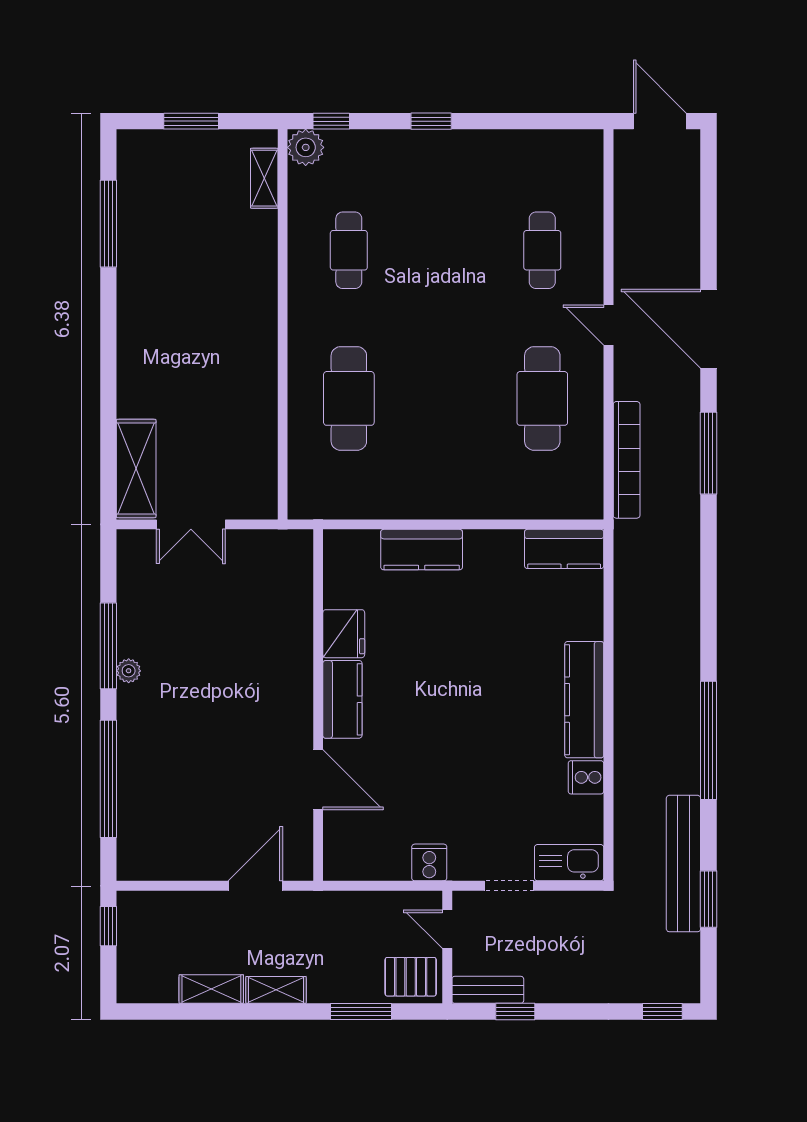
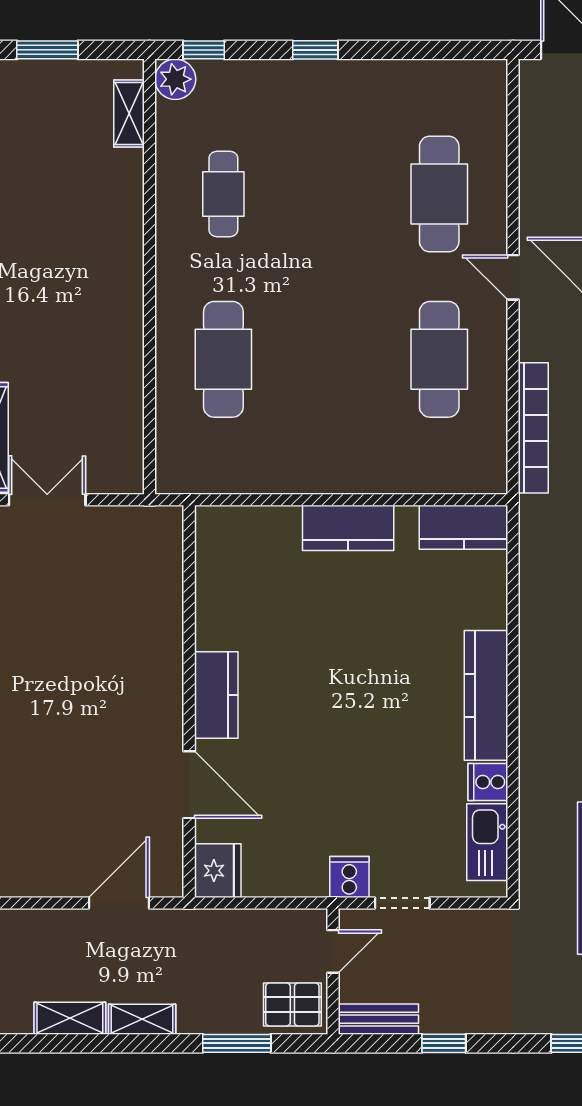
cafe table: (542, 250) -> (439, 194), width x1.37, depth x1.35
double door: (191, 524) -> (47, 500), swing flipped
kitchen counter: (422, 550) -> (348, 528), moved
fridge: (344, 634) -> (218, 871), moved
cooker: (429, 862) -> (349, 877), moved
kitchen sink: (569, 863) -> (487, 842), moved, turned -90
door: (447, 929) -> (333, 951), swing flipped
window: (515, 1012) -> (444, 1043), moved

